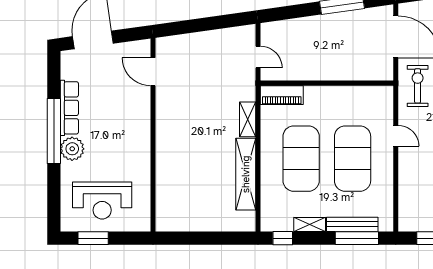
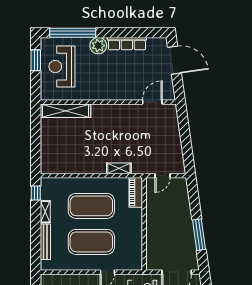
window: (54, 131) -> (73, 33), moved
shelving: (246, 174) -> (65, 111), moved
window: (357, 238) -> (36, 245), removed

